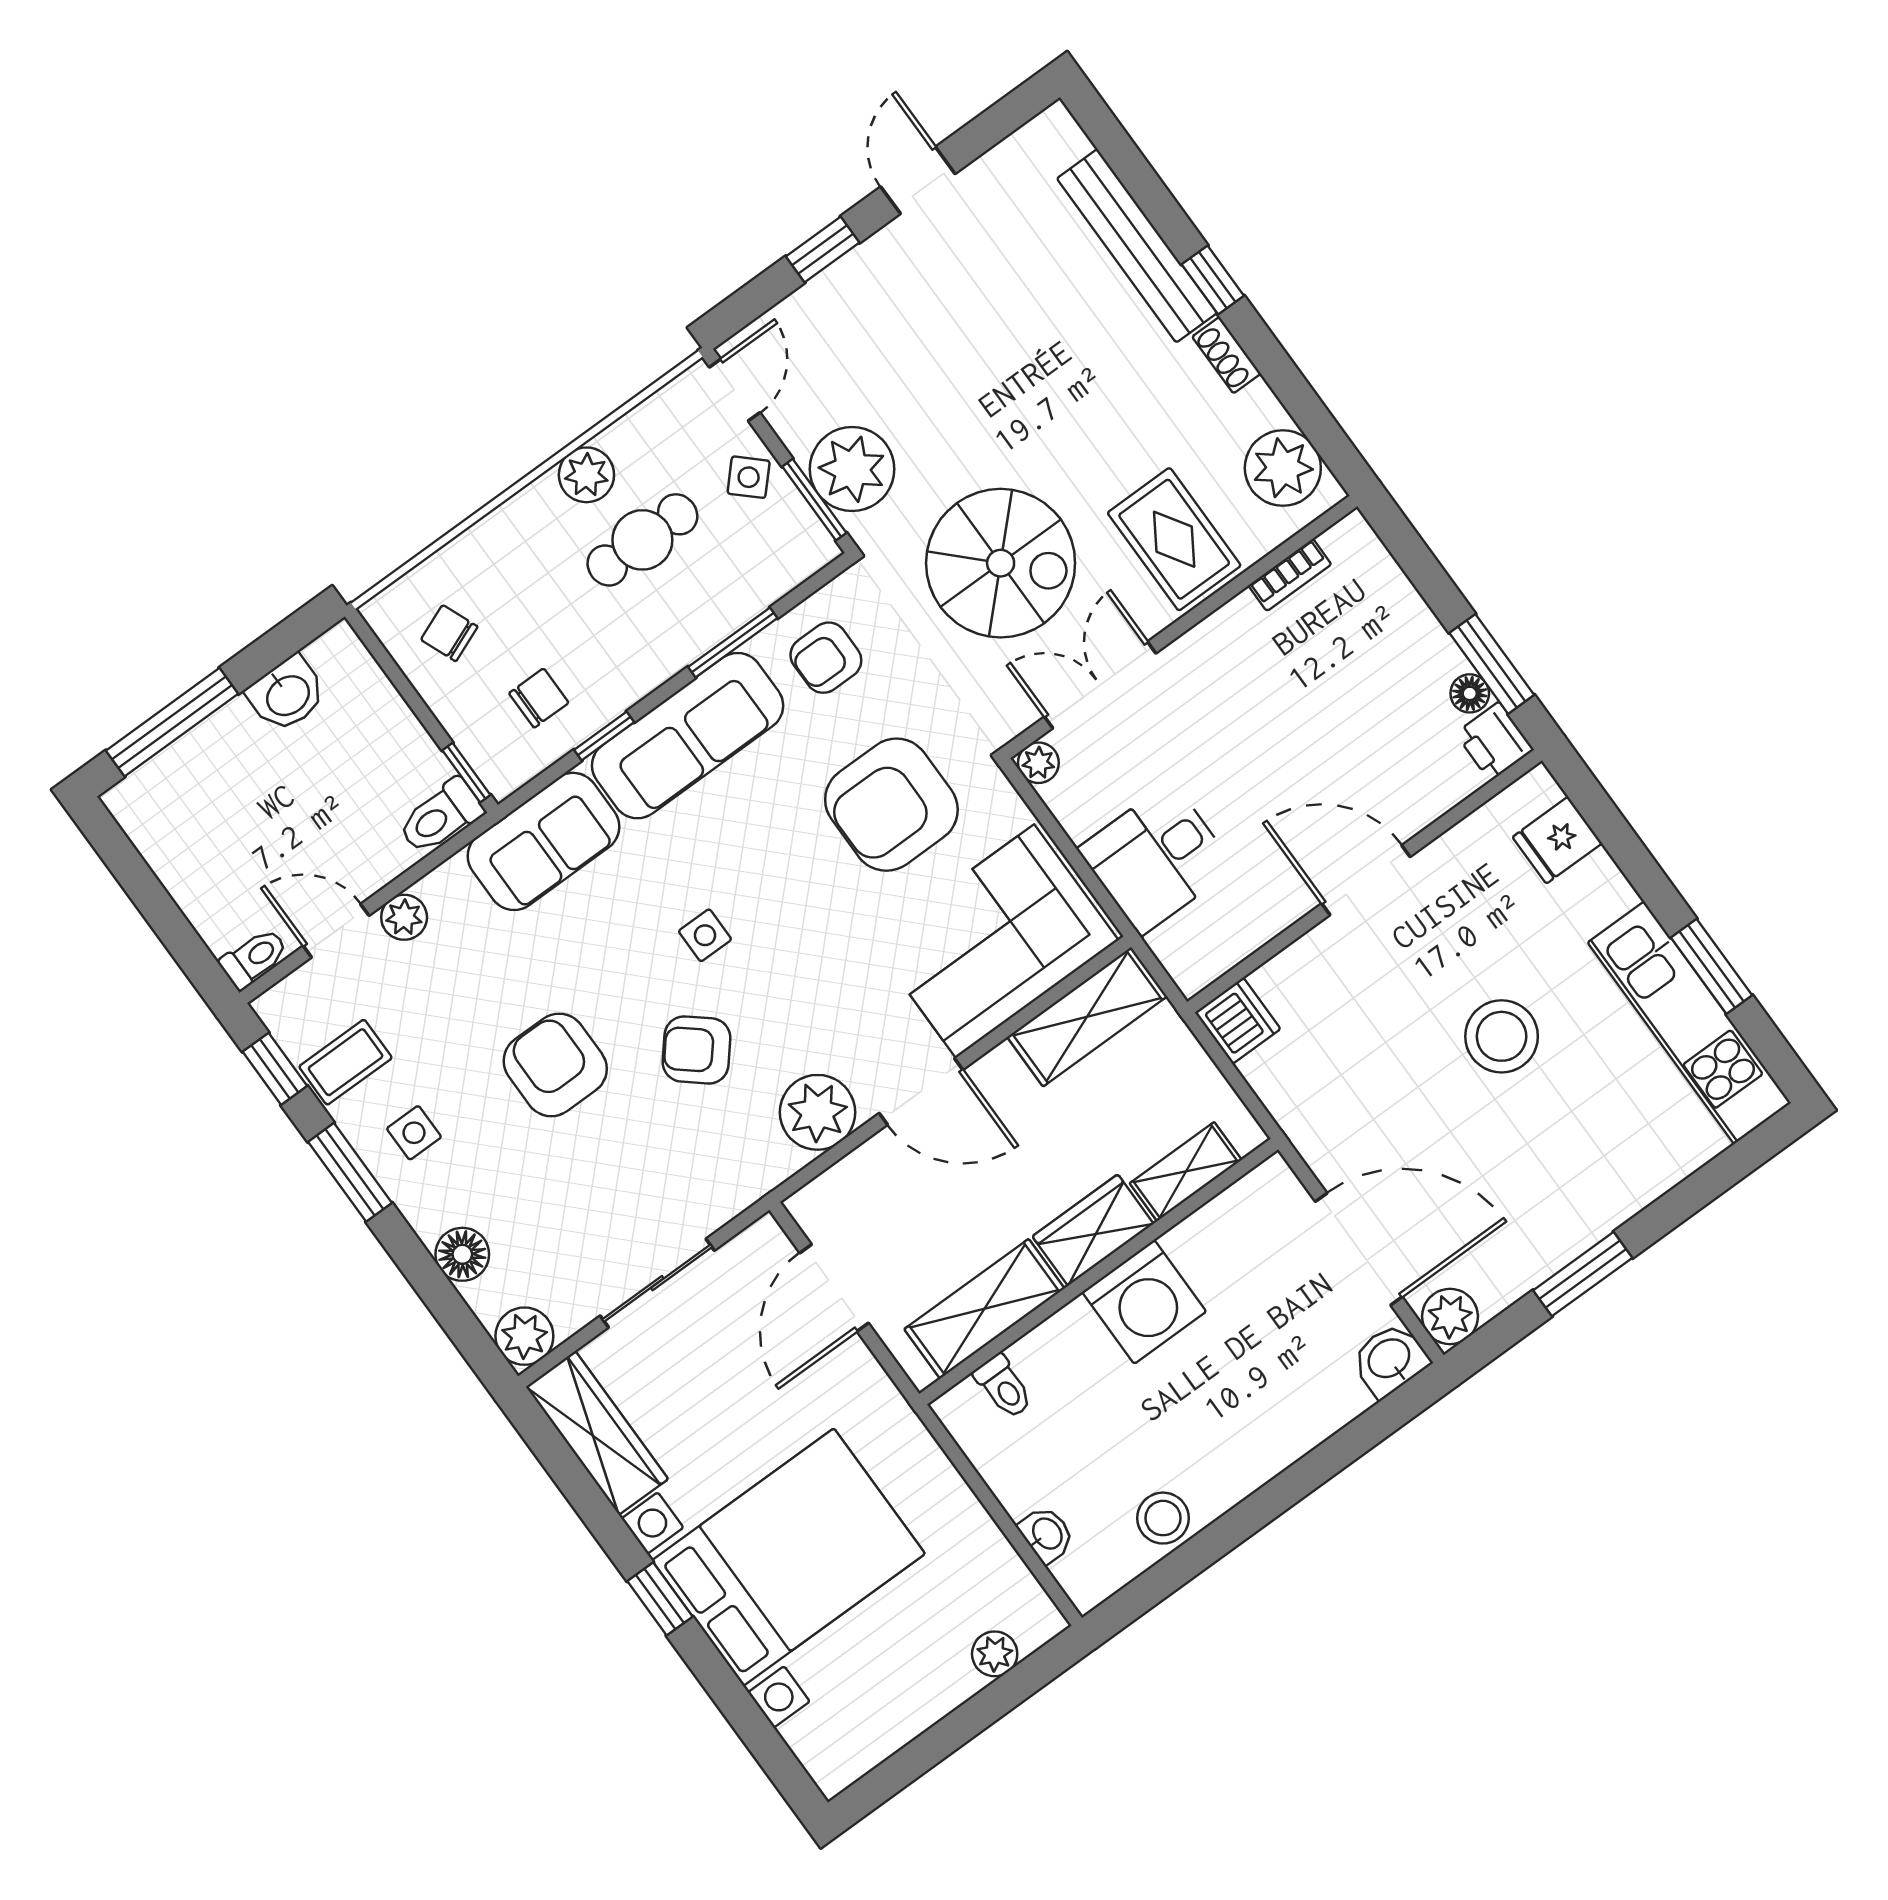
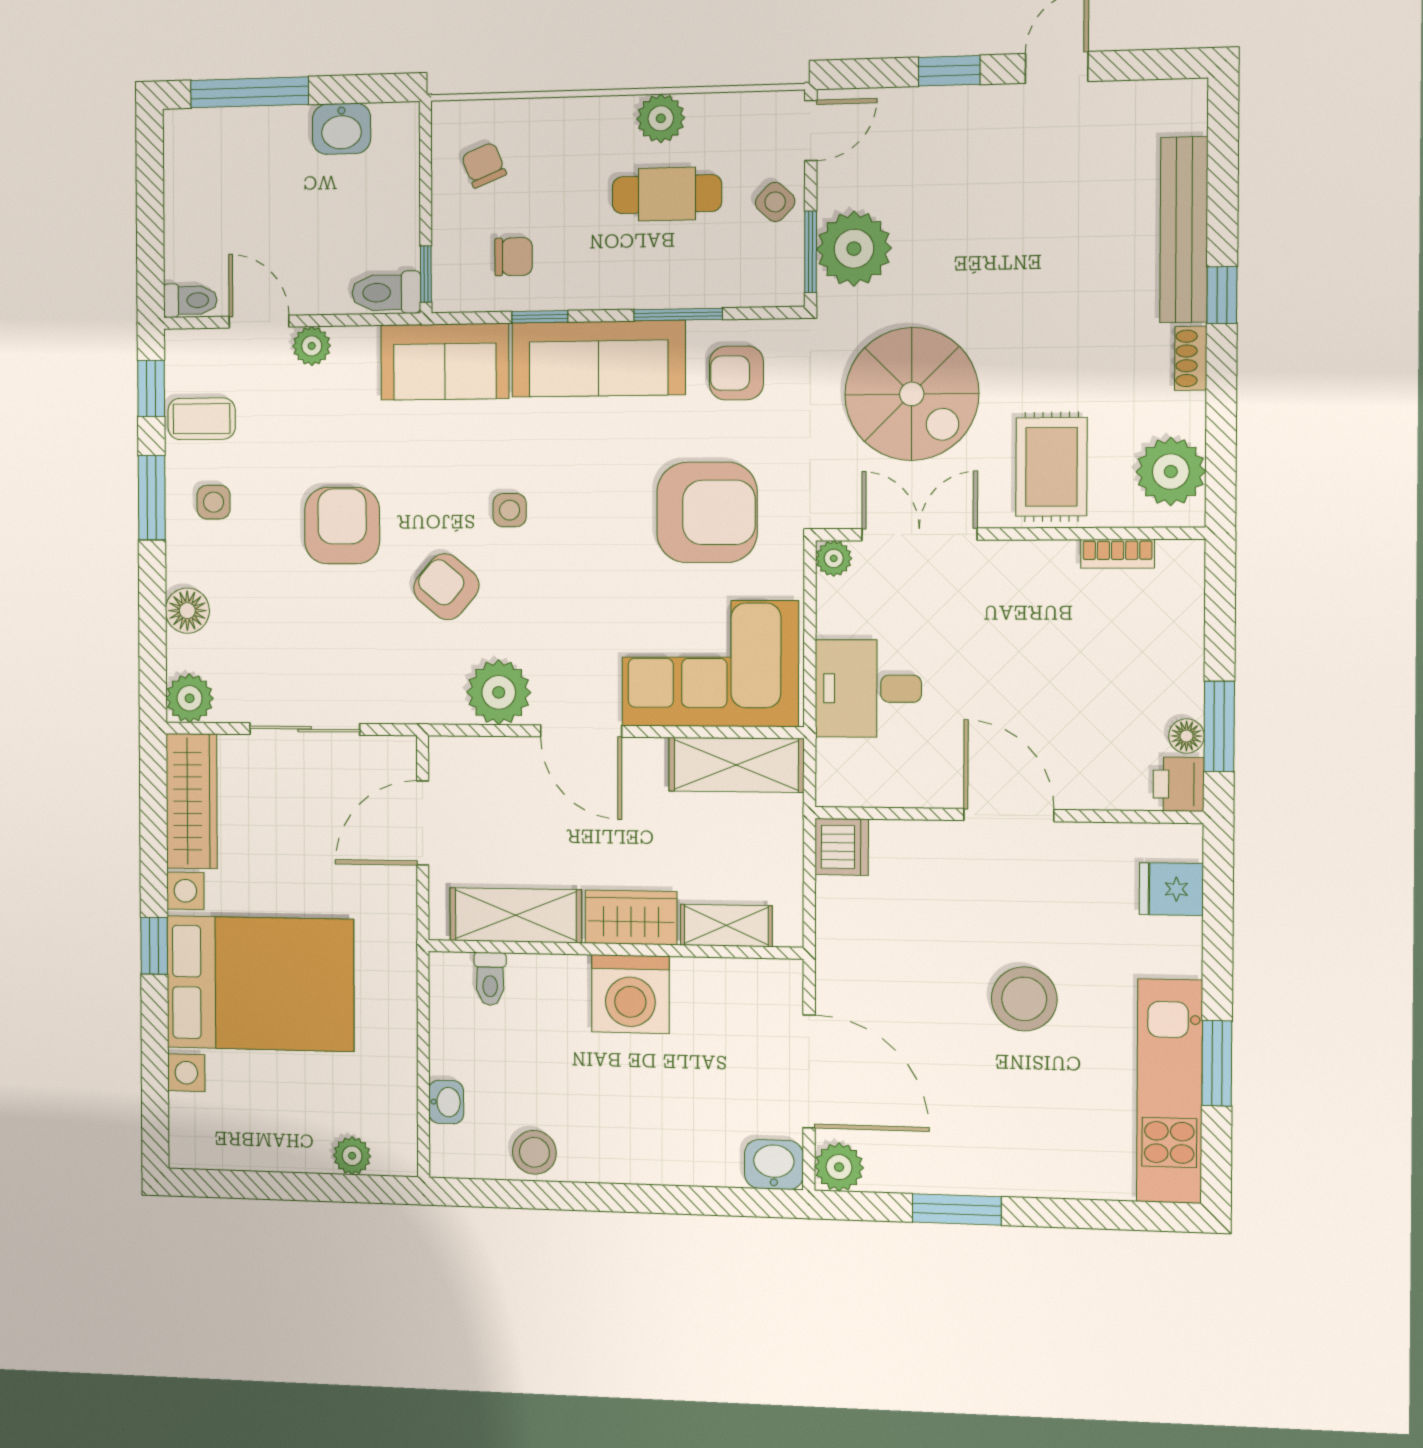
armchair: (891, 805) -> (707, 512), turned 180

